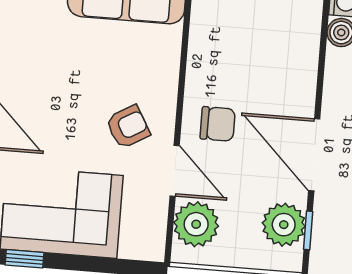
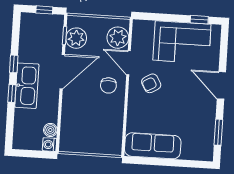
chair: (218, 124) -> (108, 85), turned -90
door: (314, 155) -> (62, 72), hinge flipped

